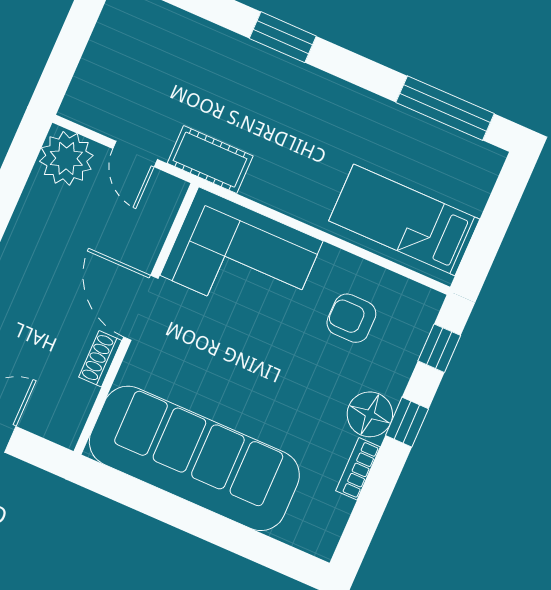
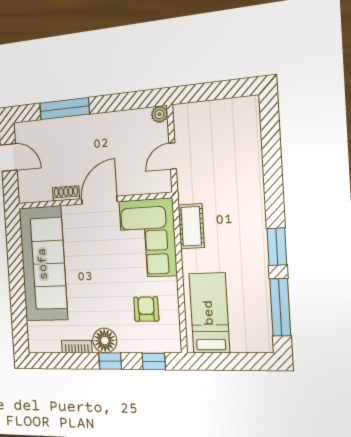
window: (283, 37) -> (277, 247), moved
plant: (66, 158) -> (160, 114), width x0.53, depth x0.53
cot: (210, 160) -> (191, 226), moved

